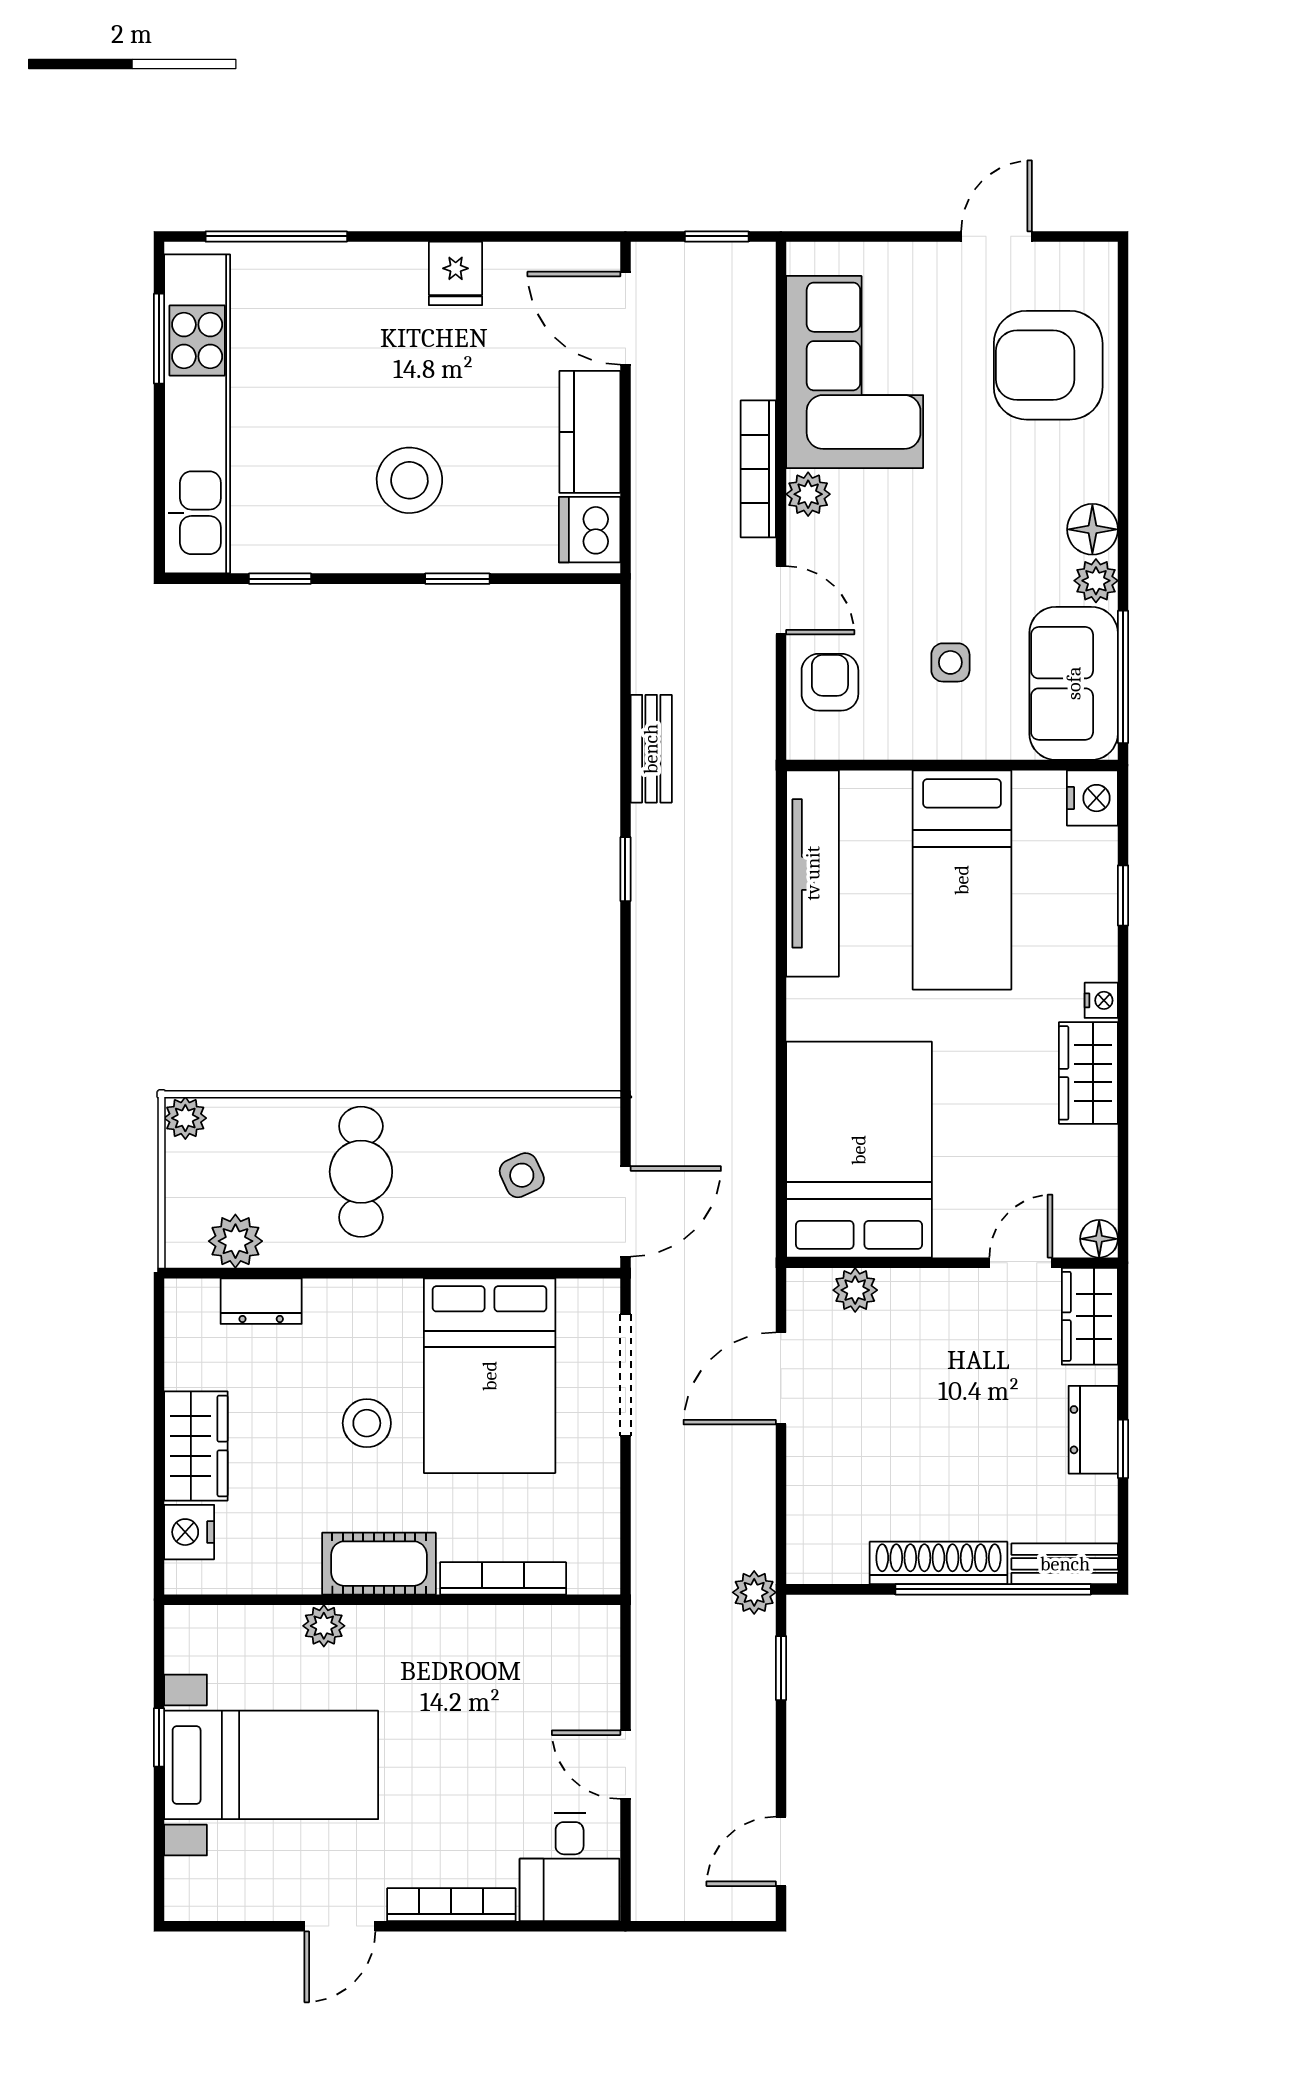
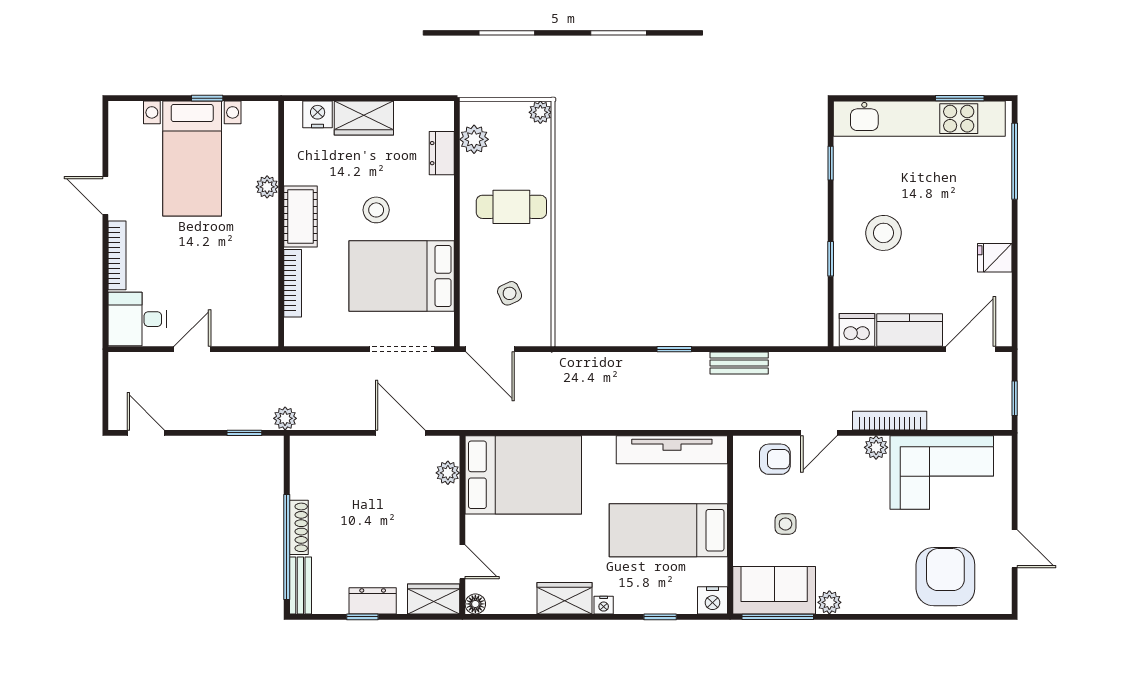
floor lamp: (1092, 529) -> (857, 600), removed
shoe rack: (938, 1563) -> (299, 527), width x0.74, depth x0.81

